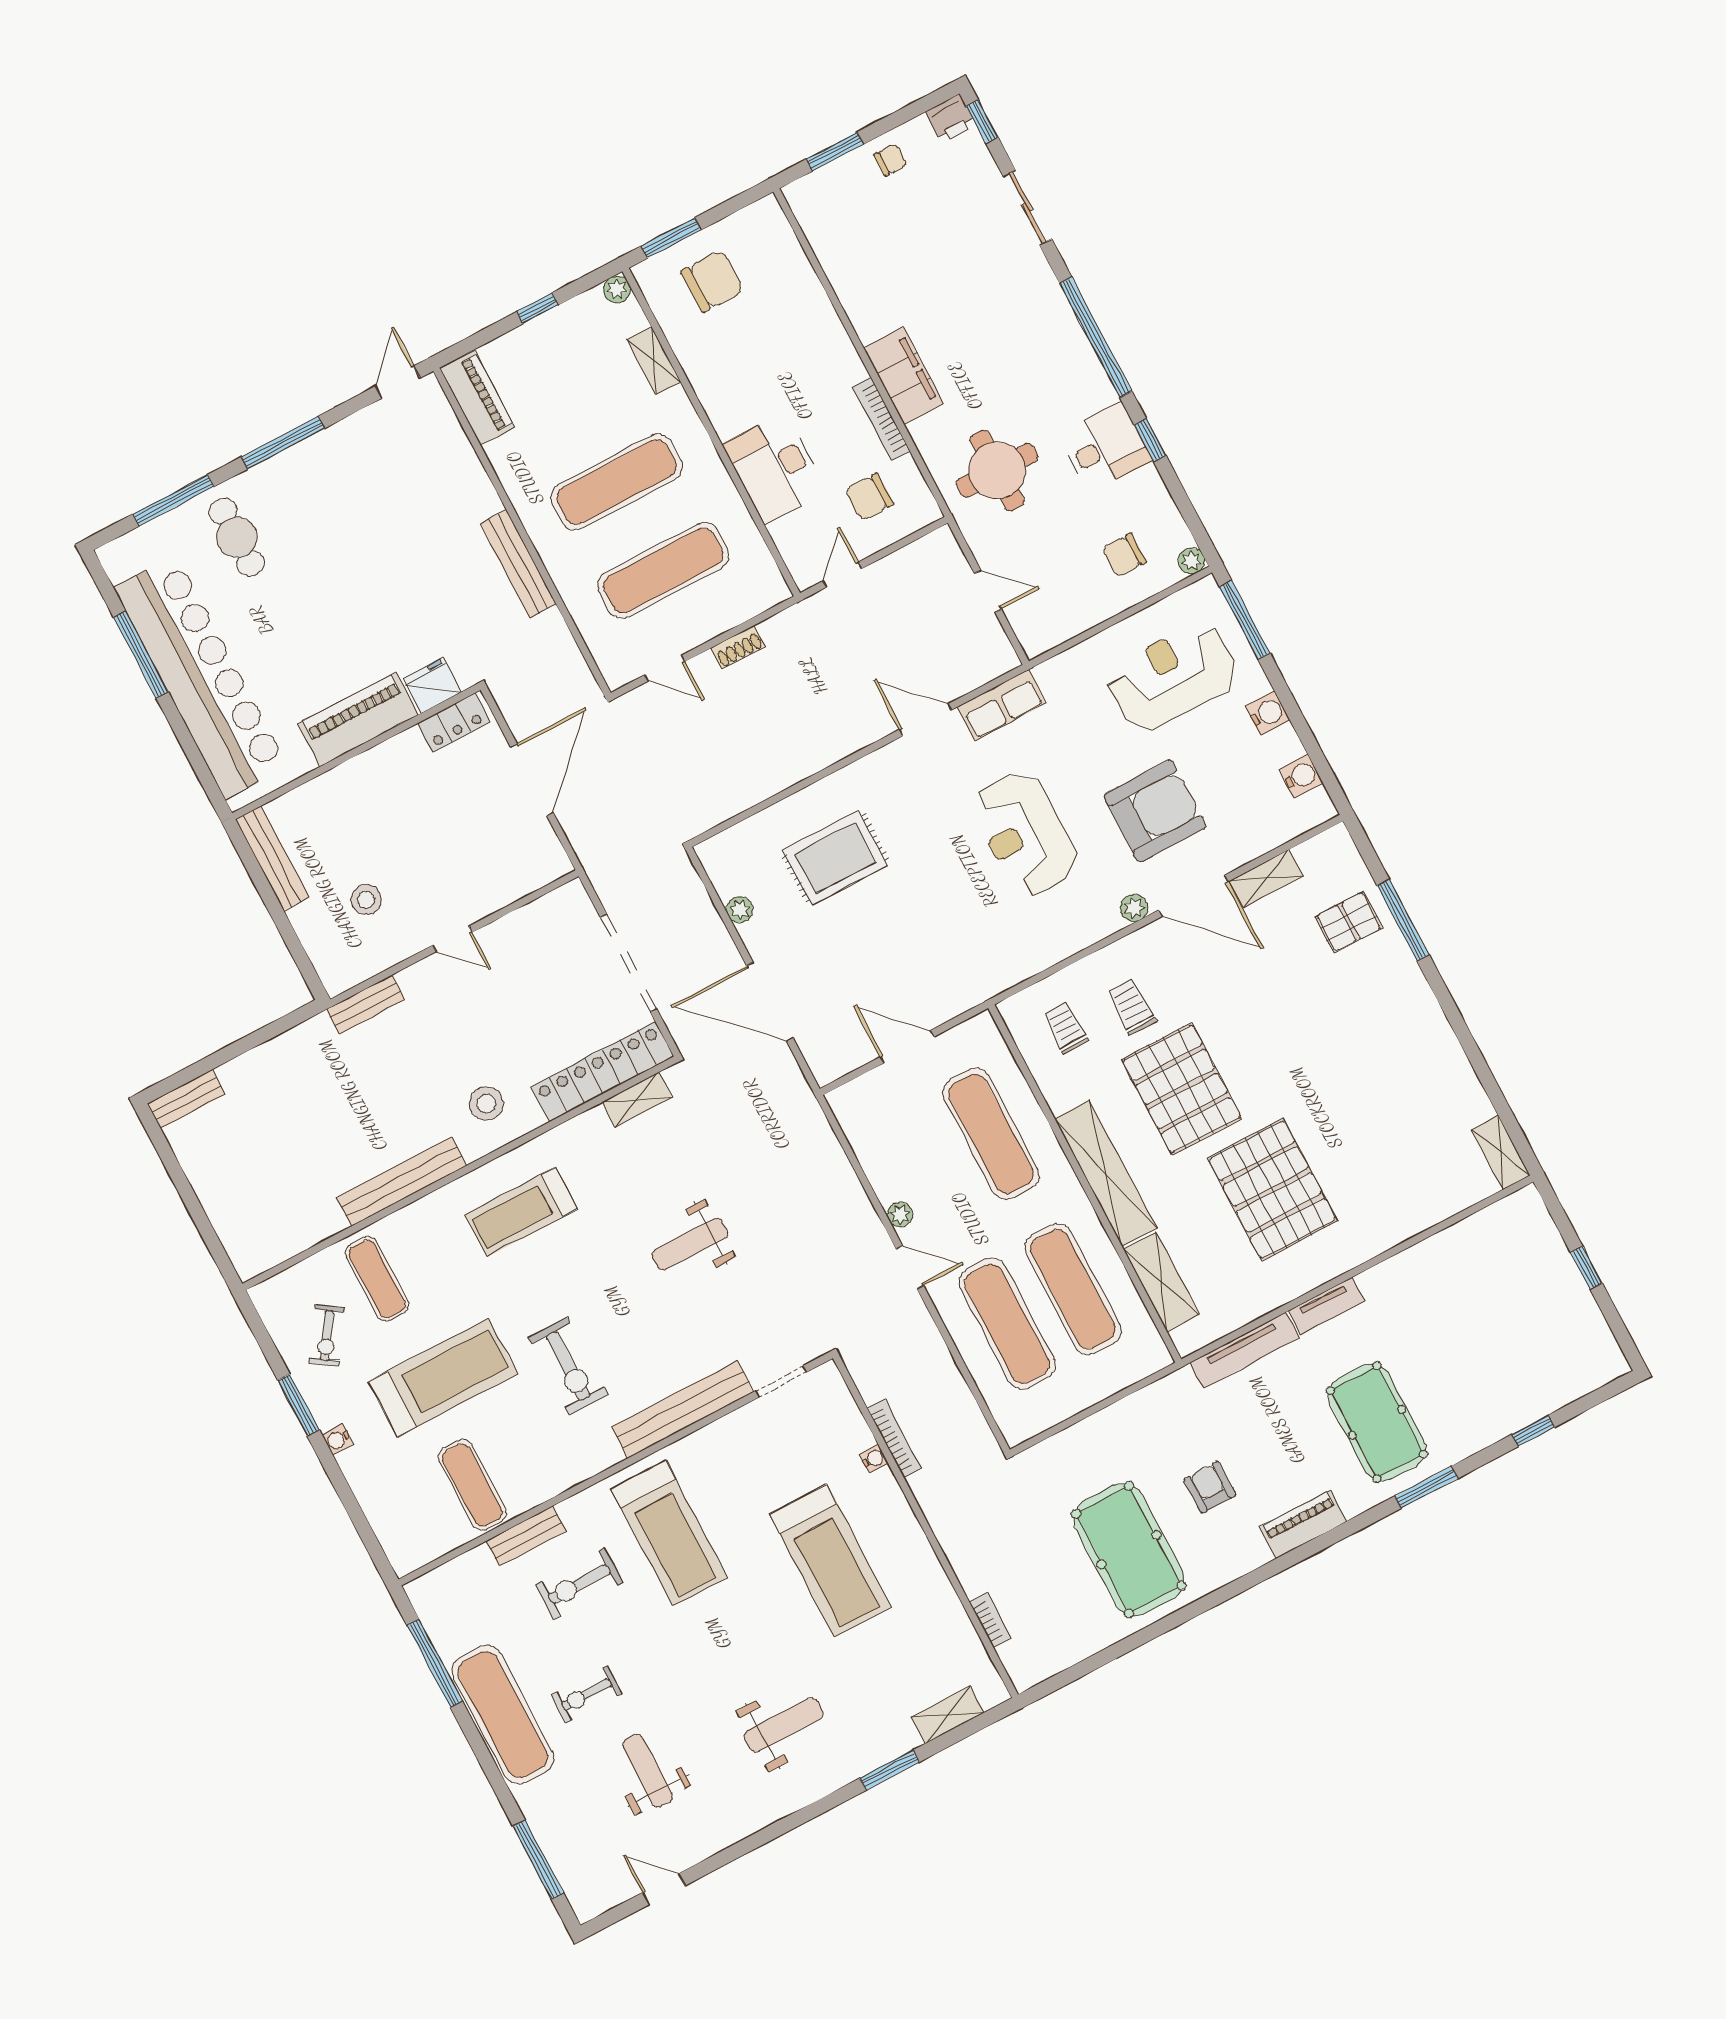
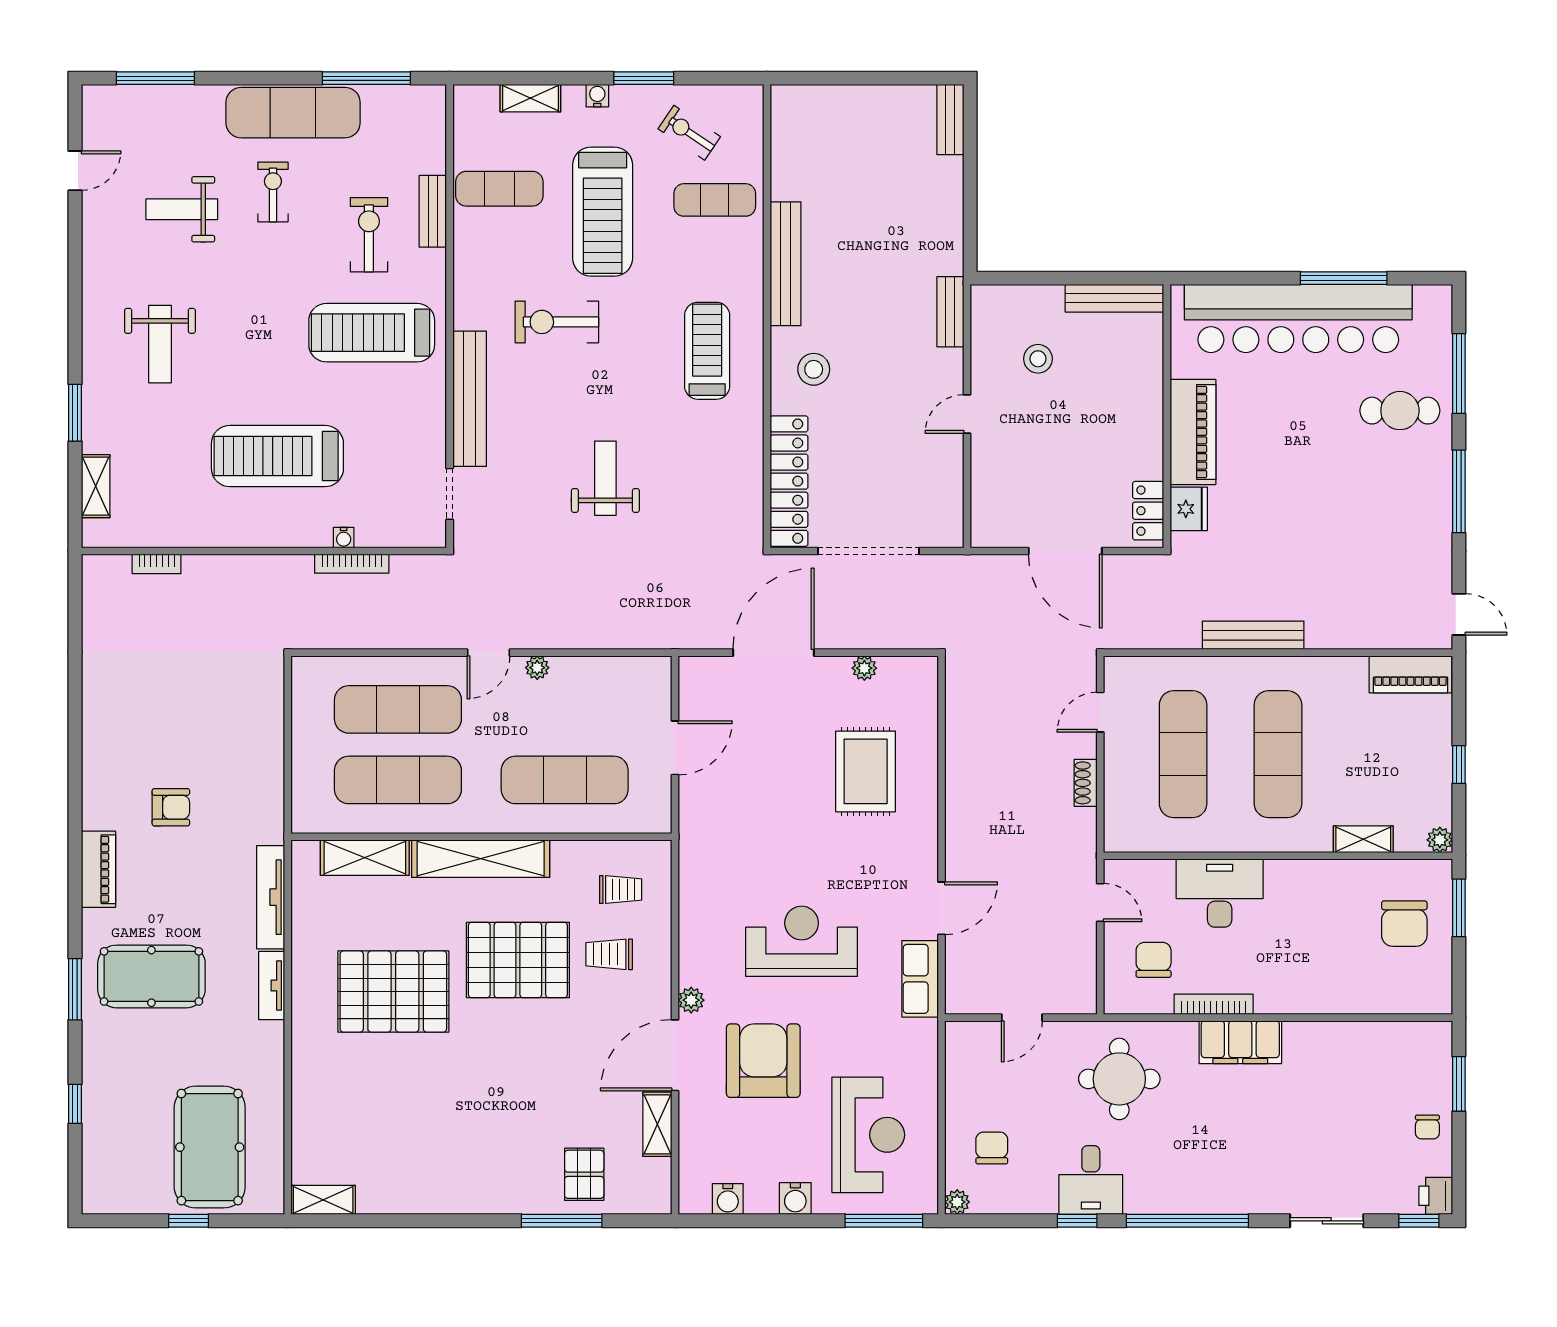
armchair: (1155, 811) -> (763, 1061), turned 180
trolley: (1132, 1007) -> (609, 954), turned 180
shelving: (637, 1100) -> (530, 98), moved, turned 90
pool table: (1129, 1550) -> (210, 1147), moved, turned 90
weight bench: (647, 1771) -> (182, 209), turned 180

